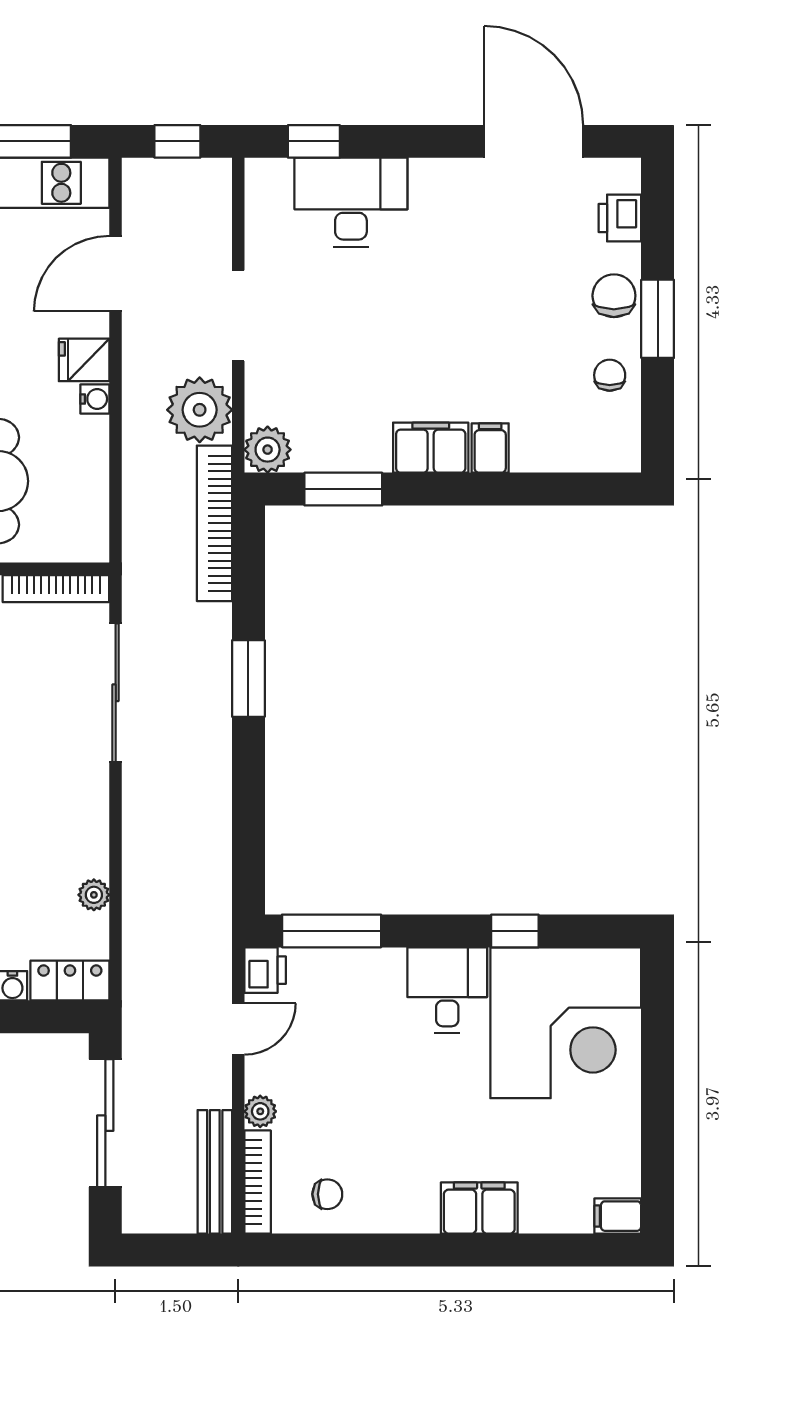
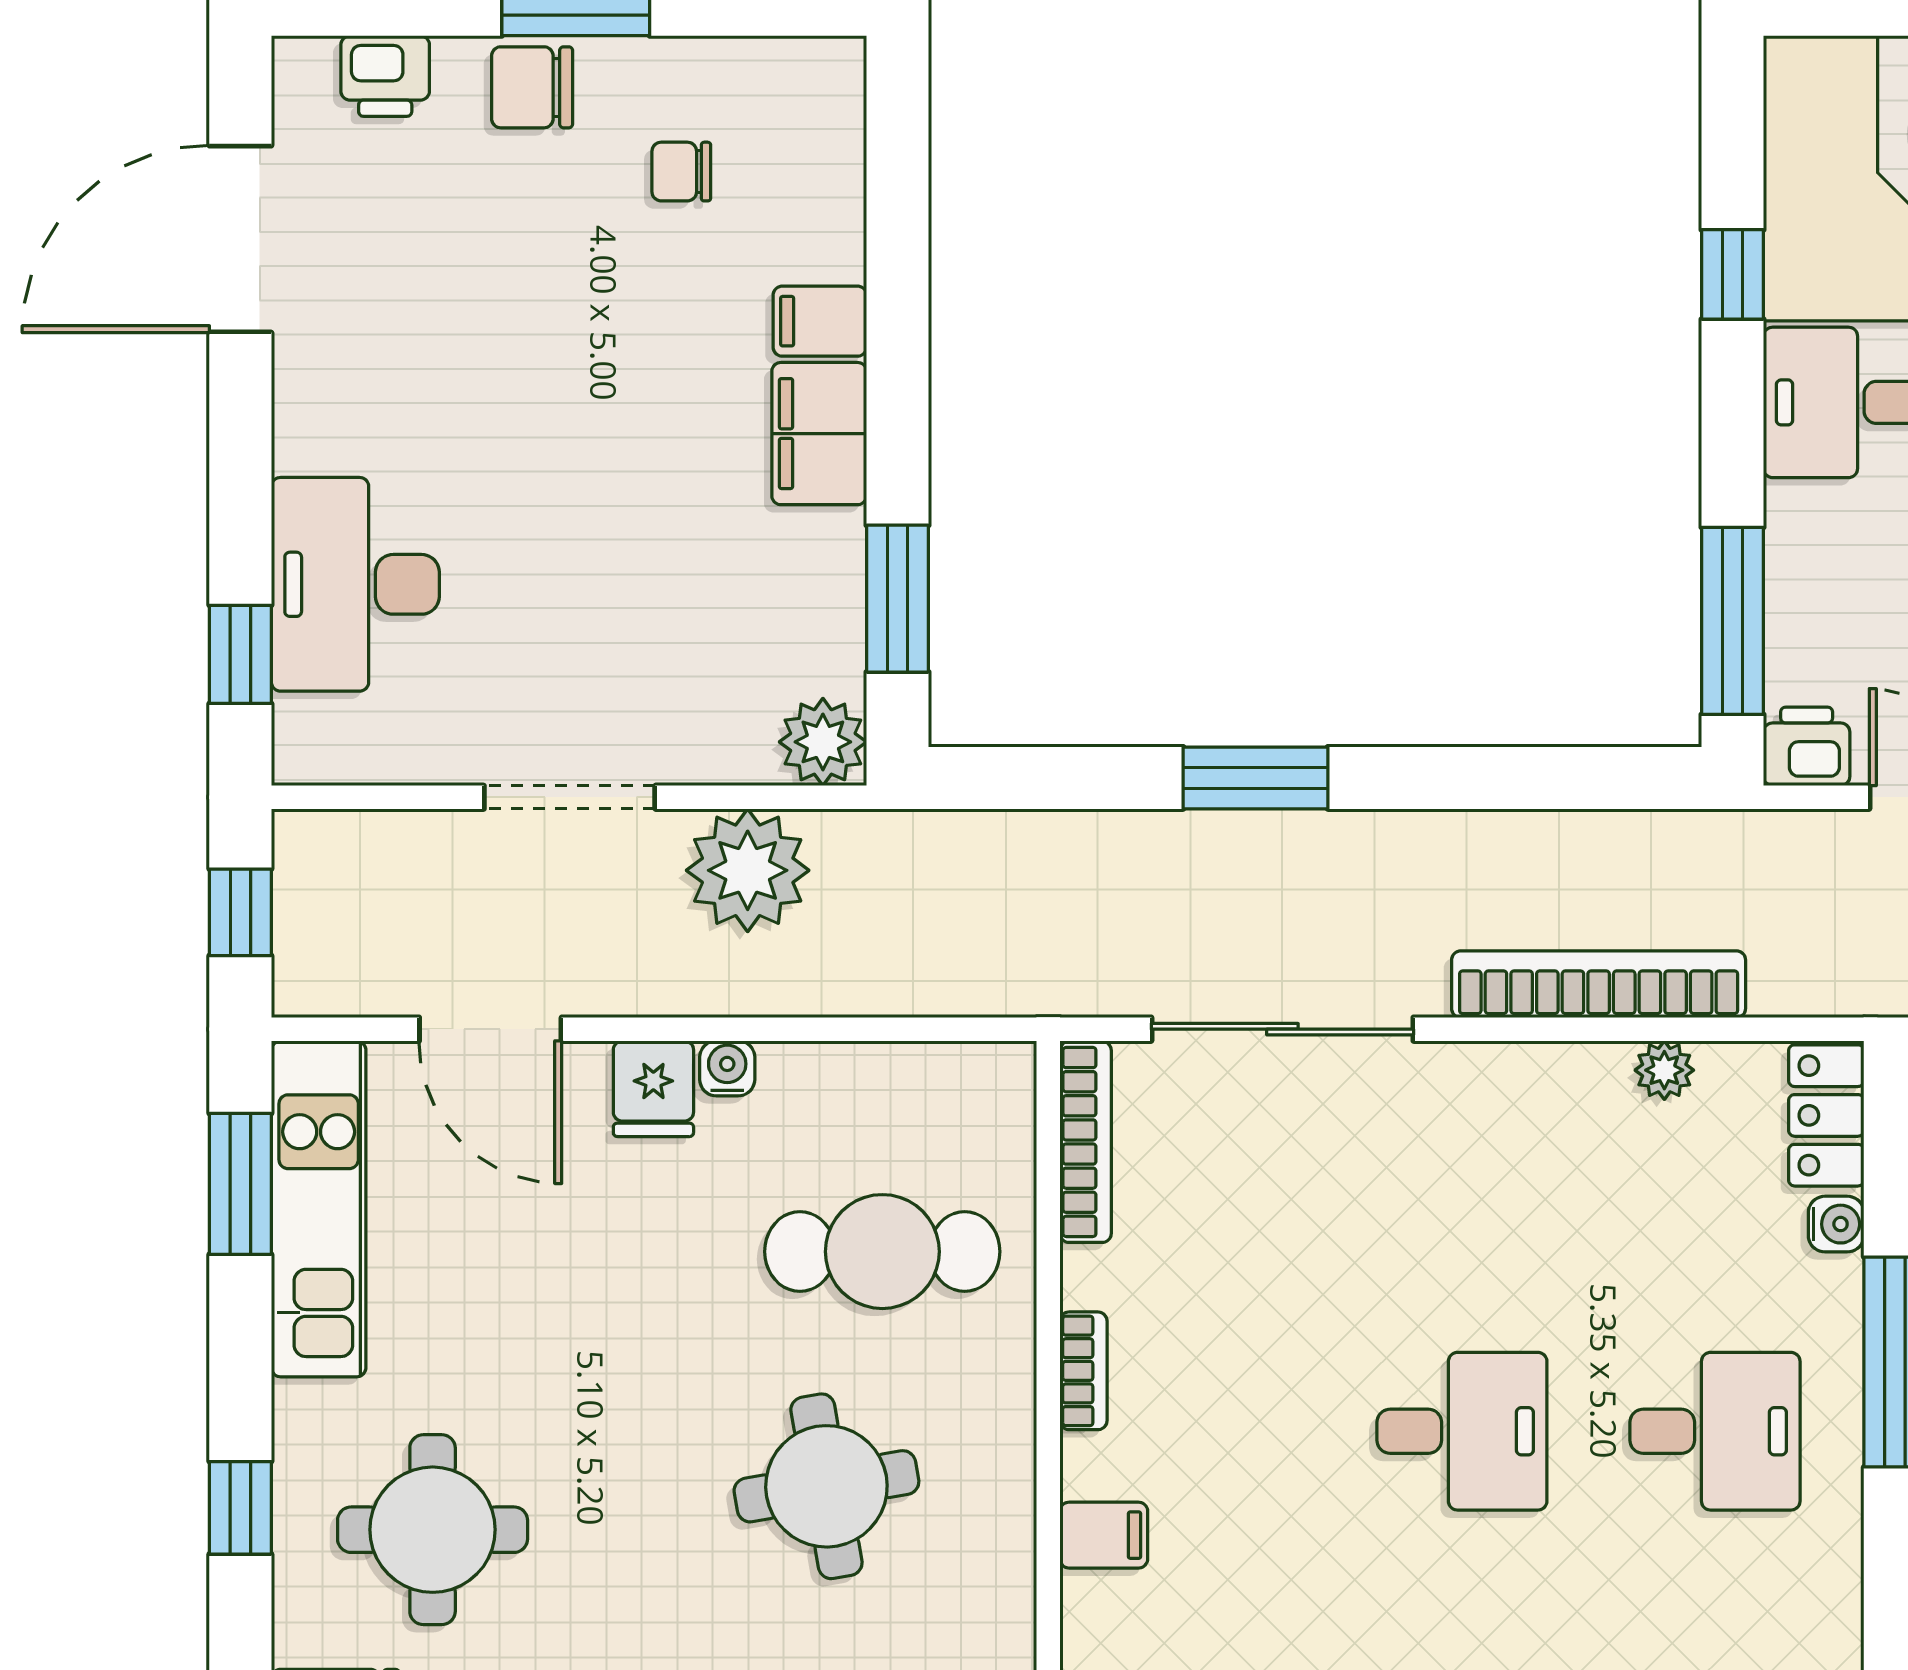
chair: (610, 375) -> (681, 172), moved
bookcase: (214, 523) -> (1599, 984), moved, turned 180

